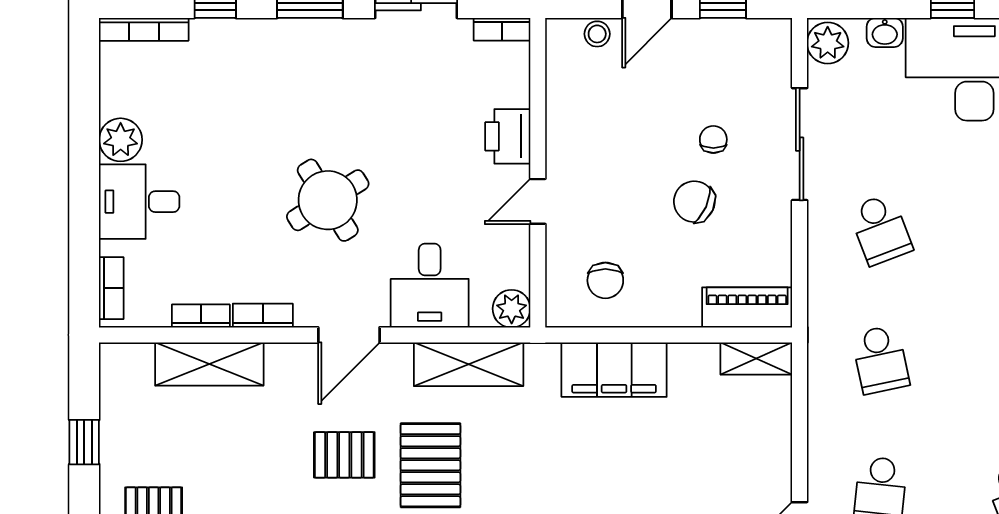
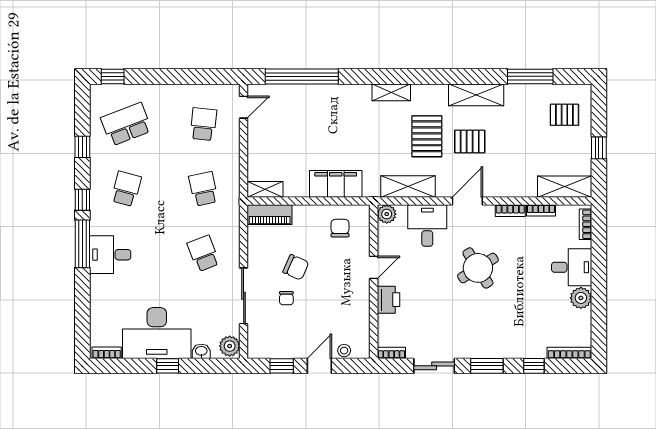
shelving: (209, 364) -> (565, 187), moved

